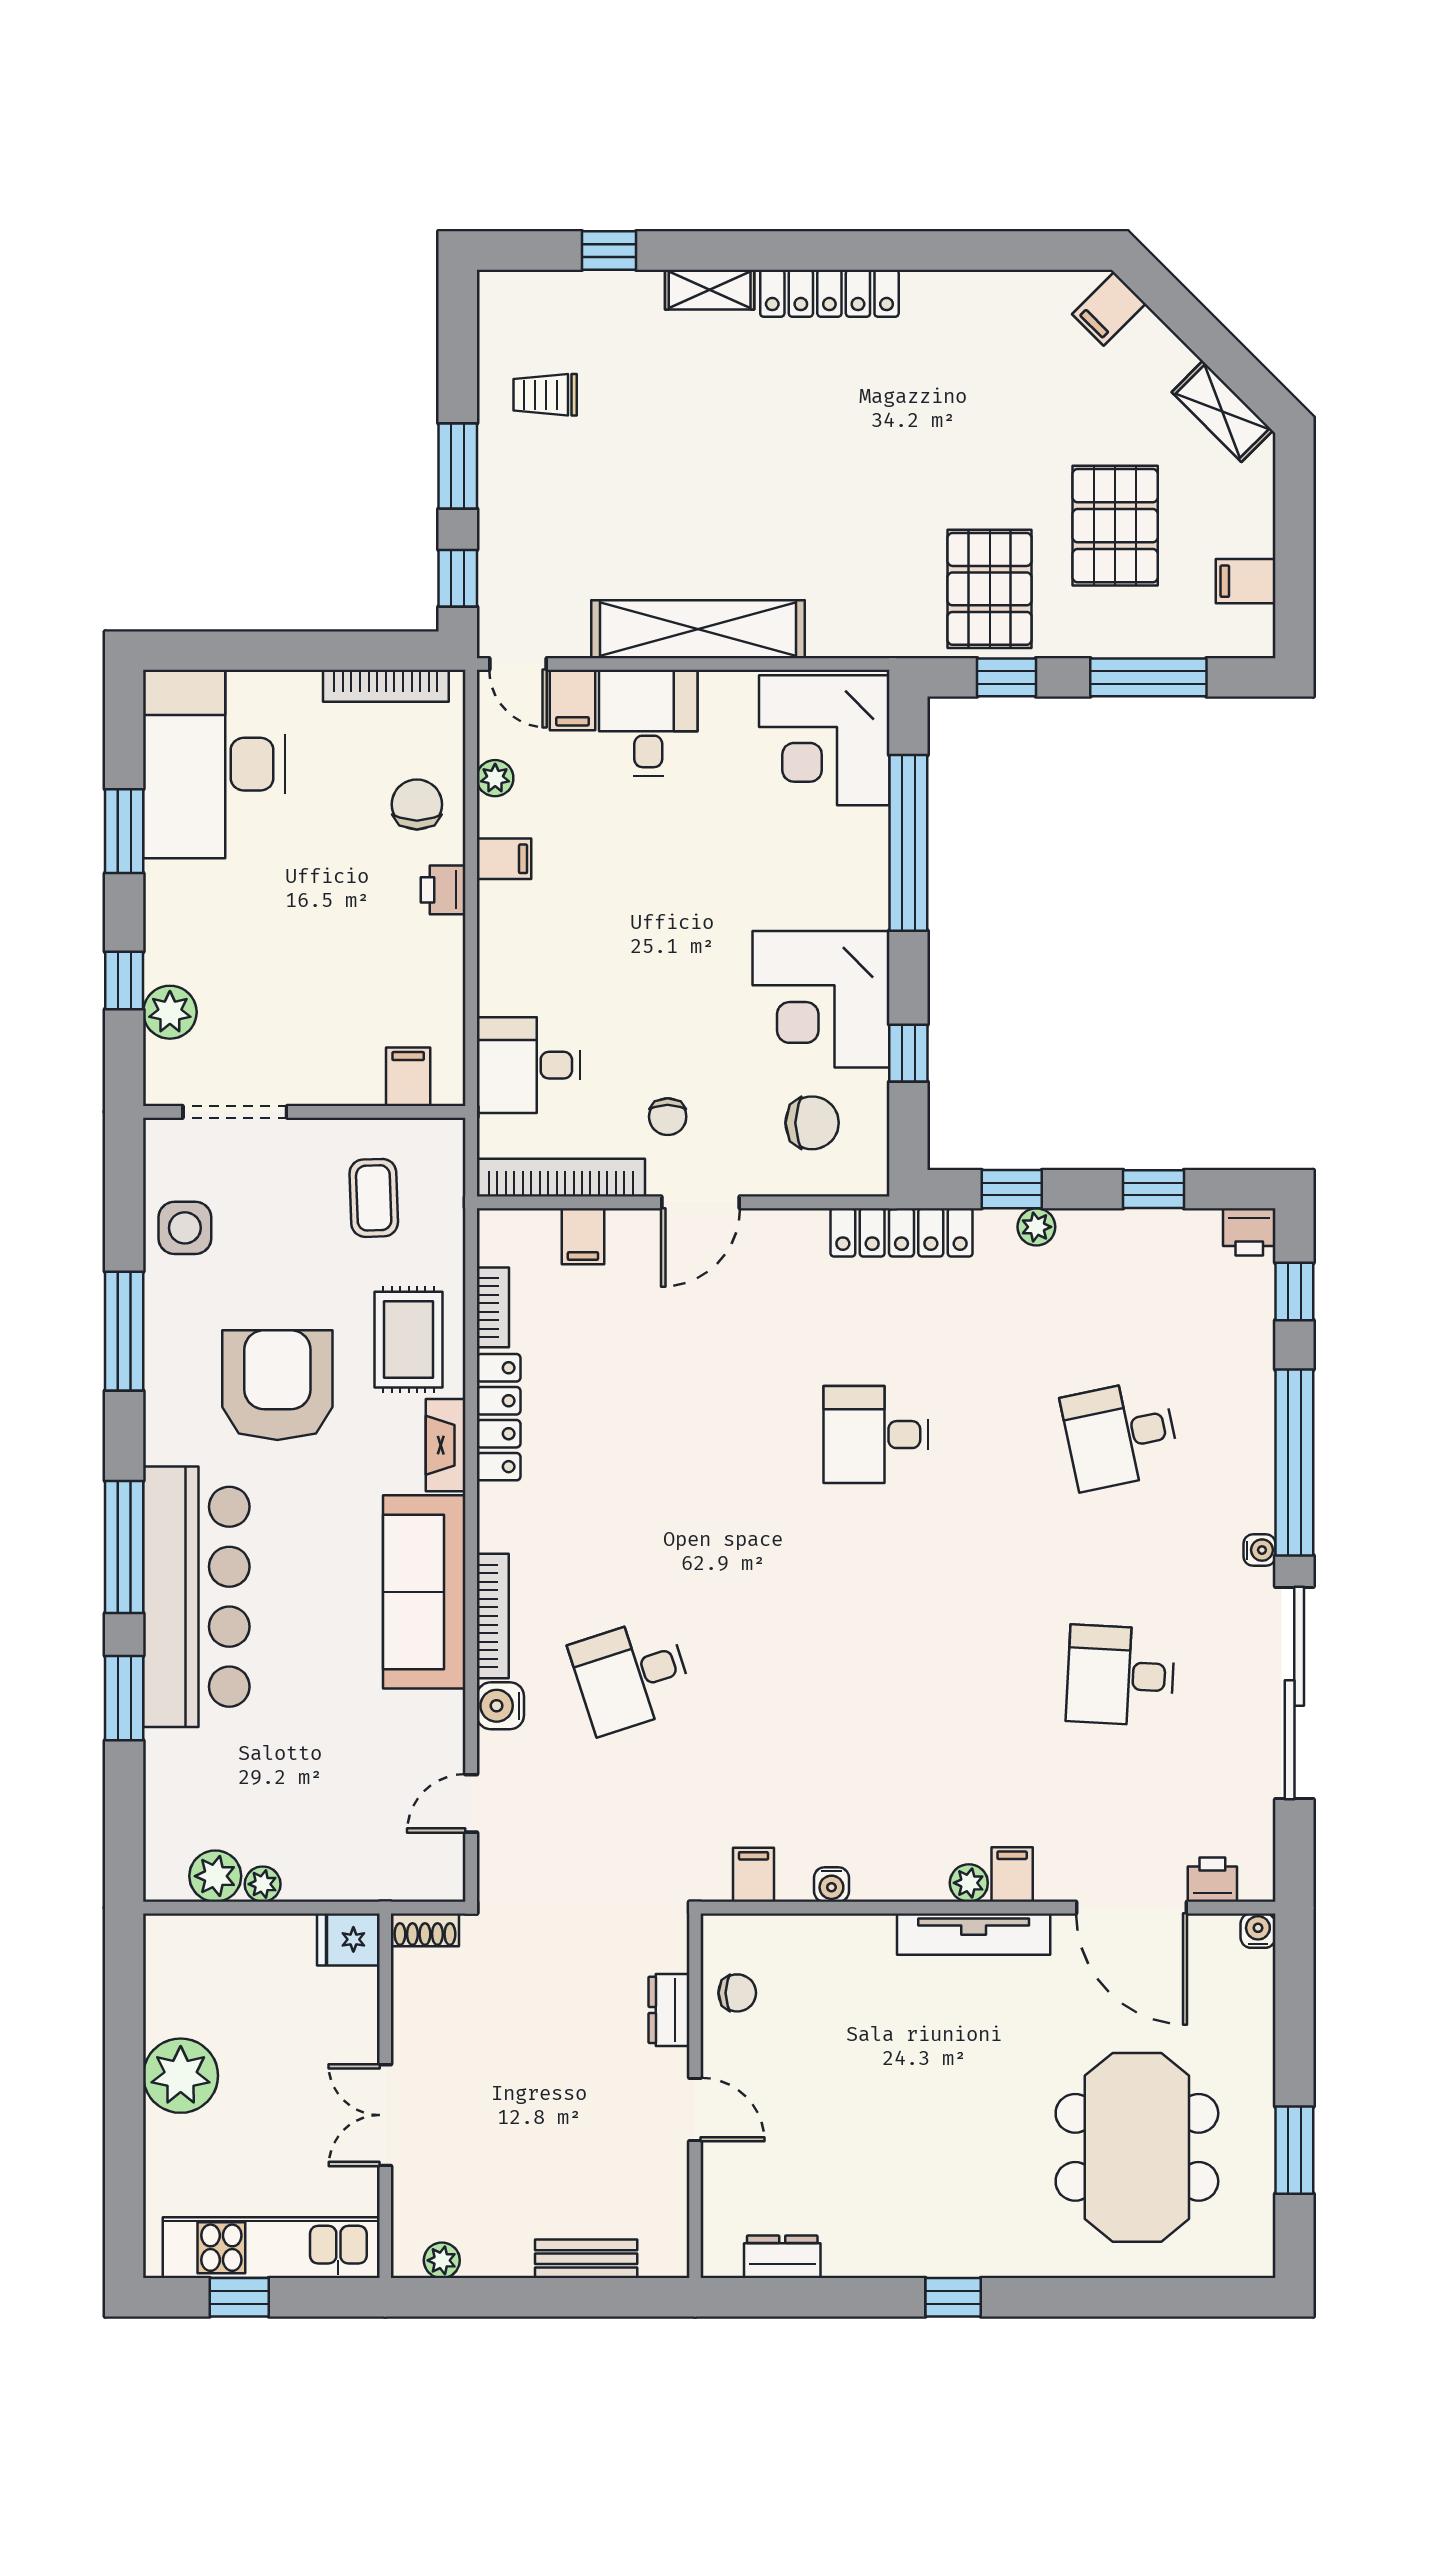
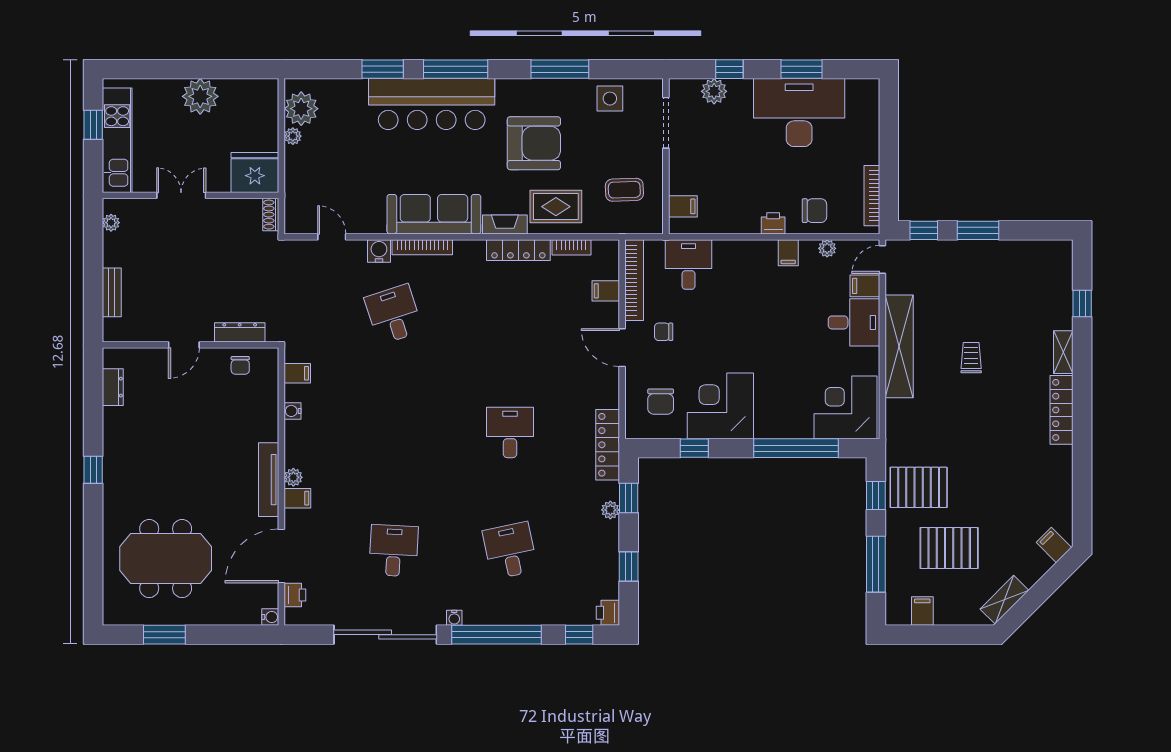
trolley: (545, 395) -> (971, 358), moved
desk: (214, 764) -> (799, 113), moved
plant: (215, 1876) -> (301, 109), width x1.36, depth x1.36
fridge: (348, 1939) -> (255, 172), width x1.88, depth x1.34
dresser: (669, 2010) -> (240, 332), width x1.44

